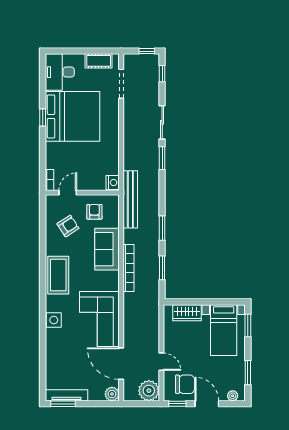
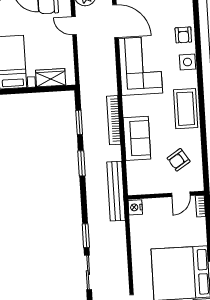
armchair: (94, 212) -> (183, 35), moved

